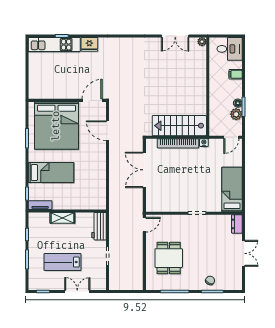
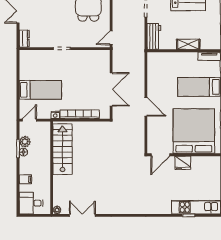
fridge: (89, 44) -> (183, 163), moved, turned 180
stairs: (179, 126) -> (62, 149), moved, turned -90
door: (108, 131) -> (146, 107), moved
bed: (232, 190) -> (40, 90), moved, turned -90

